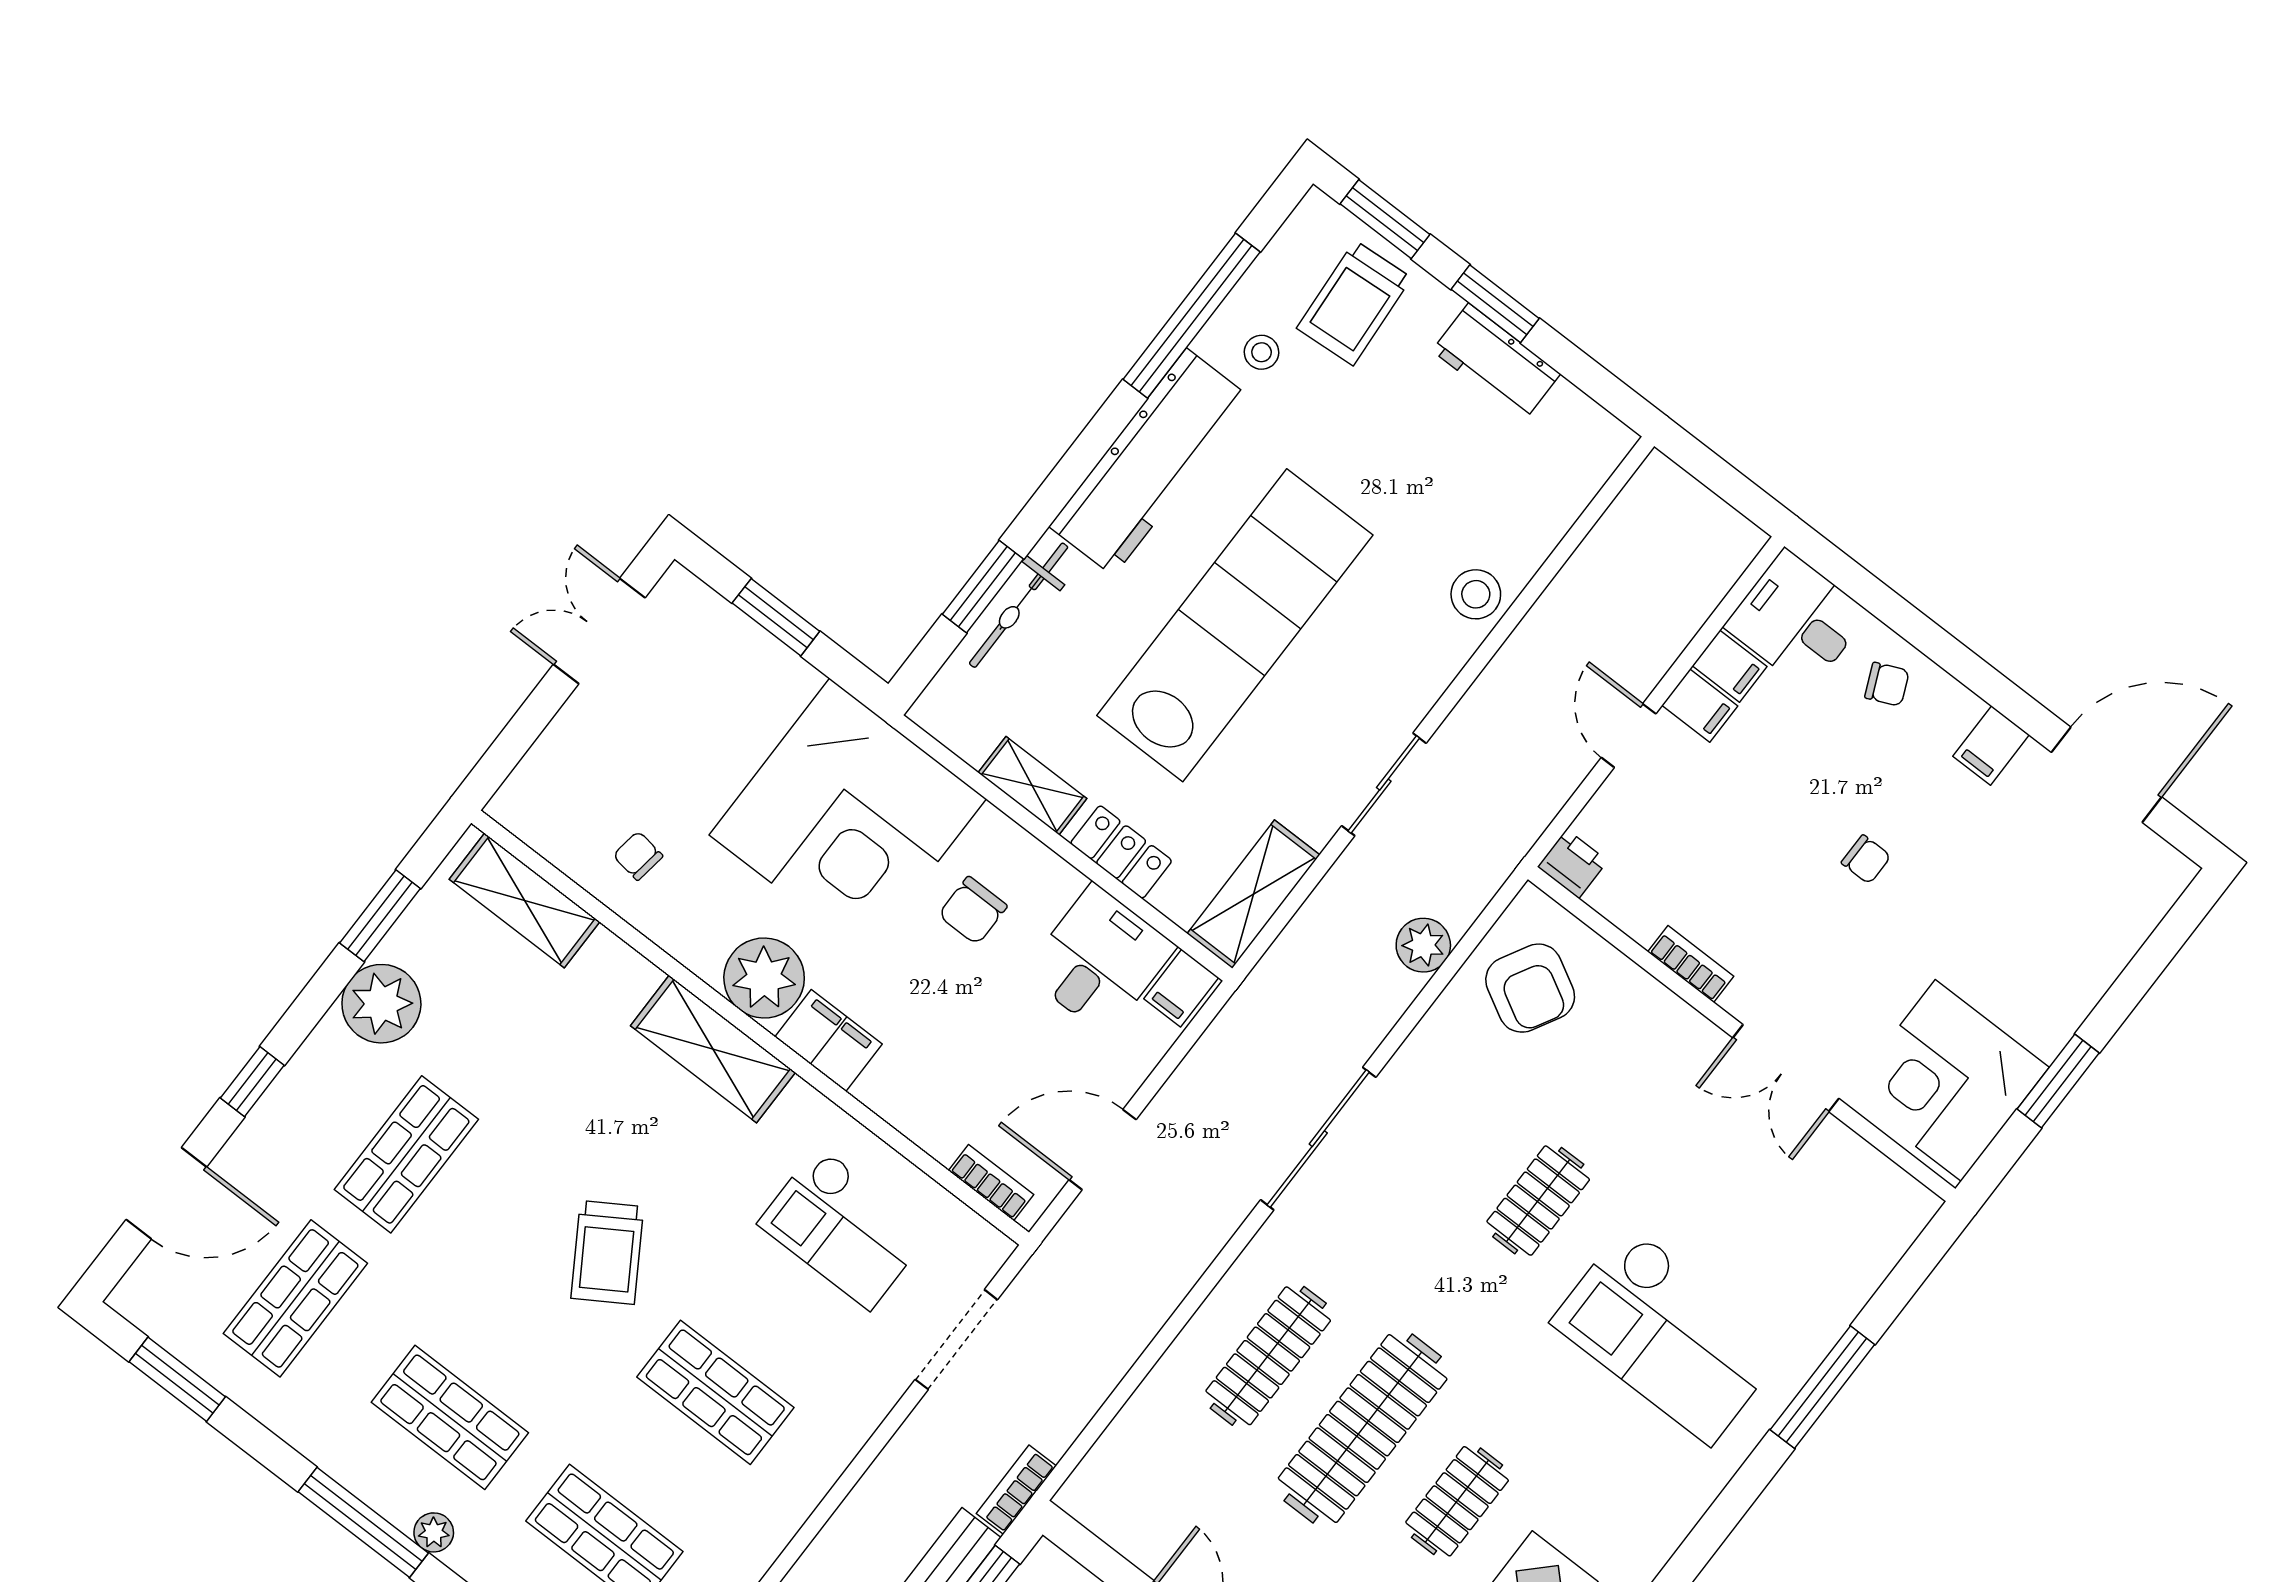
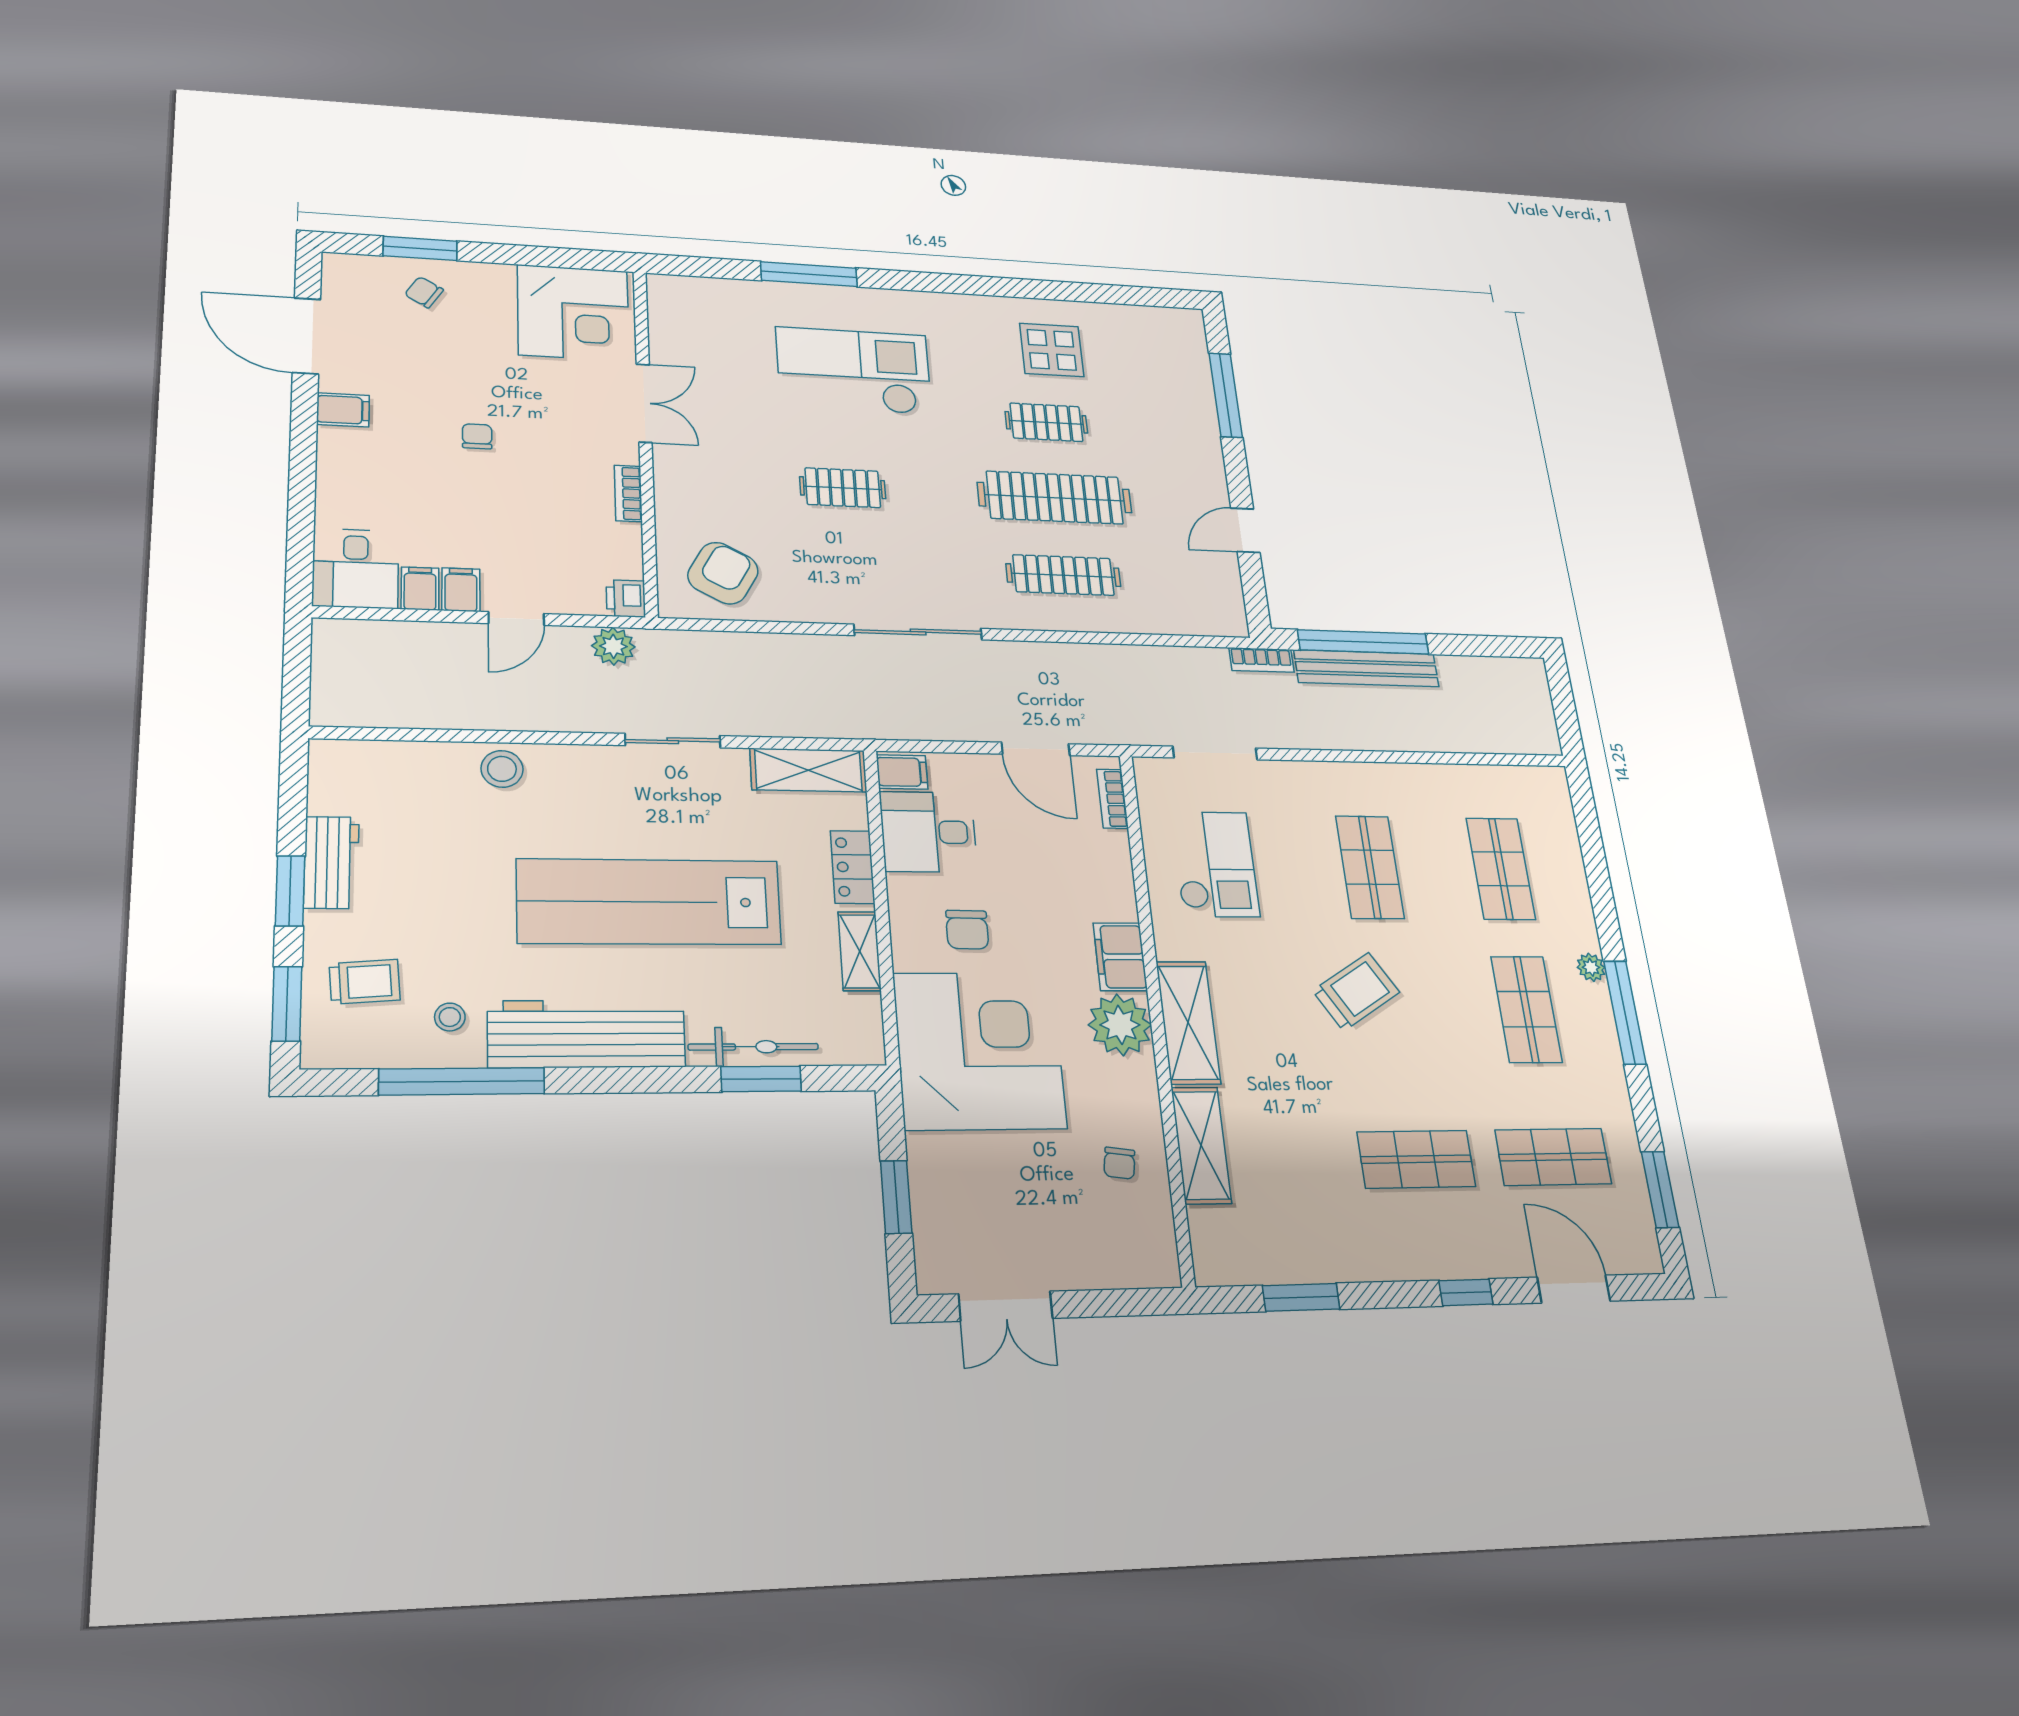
trolley: (1354, 303) -> (365, 982), width x0.73, depth x0.72
chair: (1887, 684) -> (424, 292), moved, turned -34
shelving: (525, 900) -> (1201, 1145), moved
chair: (973, 911) -> (967, 930), turned 91
plant: (1423, 945) -> (613, 646), moved
plant: (381, 1004) -> (1349, 1251), removed
window: (2058, 1081) -> (420, 248), moved
checkout: (1669, 1335) -> (854, 371), turned -90

